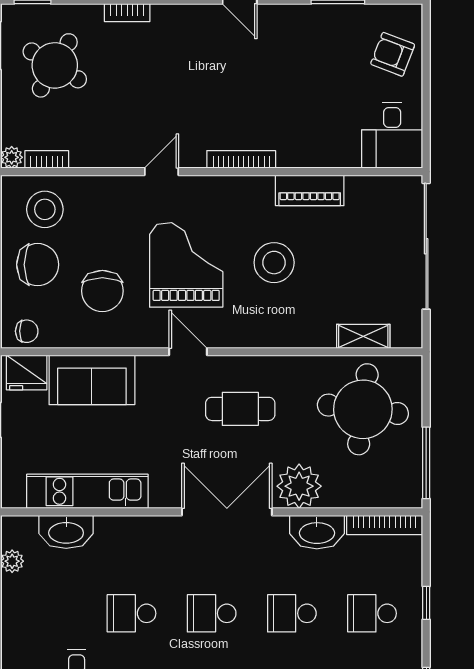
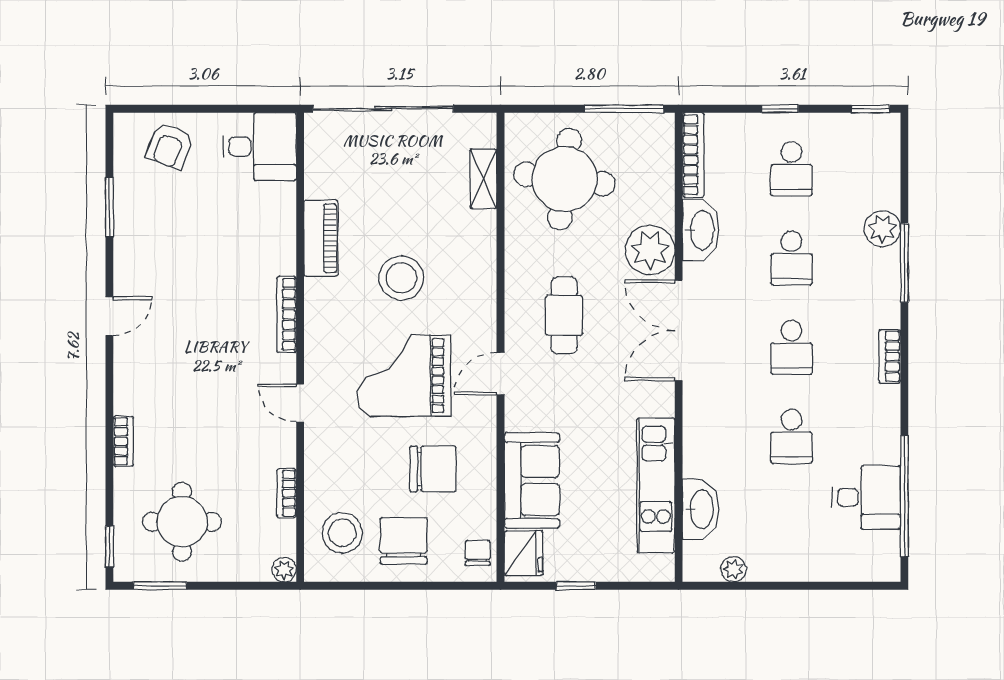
round table: (55, 65) -> (182, 522), turned -31
bookcase: (47, 159) -> (287, 493), moved

